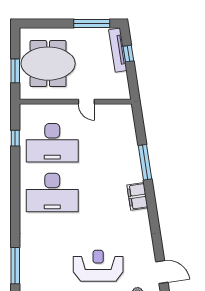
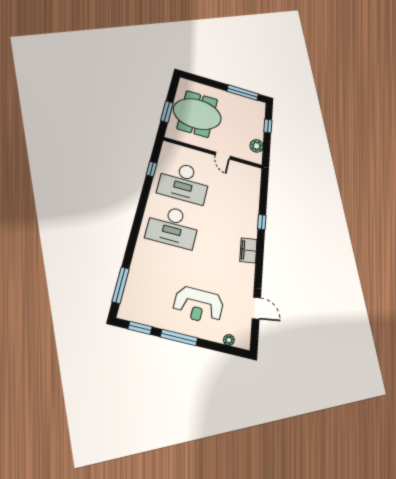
tv unit: (118, 50) -> (260, 121), removed
plant: (121, 80) -> (257, 146), added
window: (145, 162) -> (262, 222), width x0.46
reception desk: (98, 266) -> (198, 305), turned 180
door: (162, 272) -> (256, 308), moved

